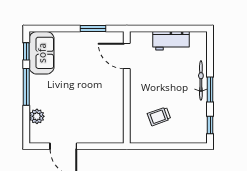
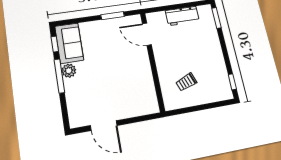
bicycle: (201, 80) -> (215, 45), removed
window: (210, 90) -> (216, 18), moved
plant: (37, 116) -> (69, 71), moved

